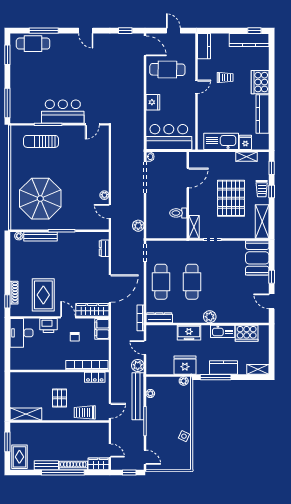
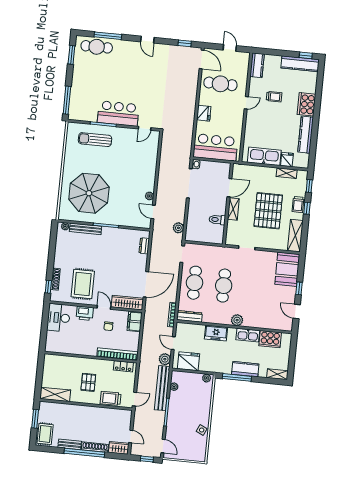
shelving: (194, 227) -> (233, 209), moved
fridge: (185, 365) -> (188, 361), moved

